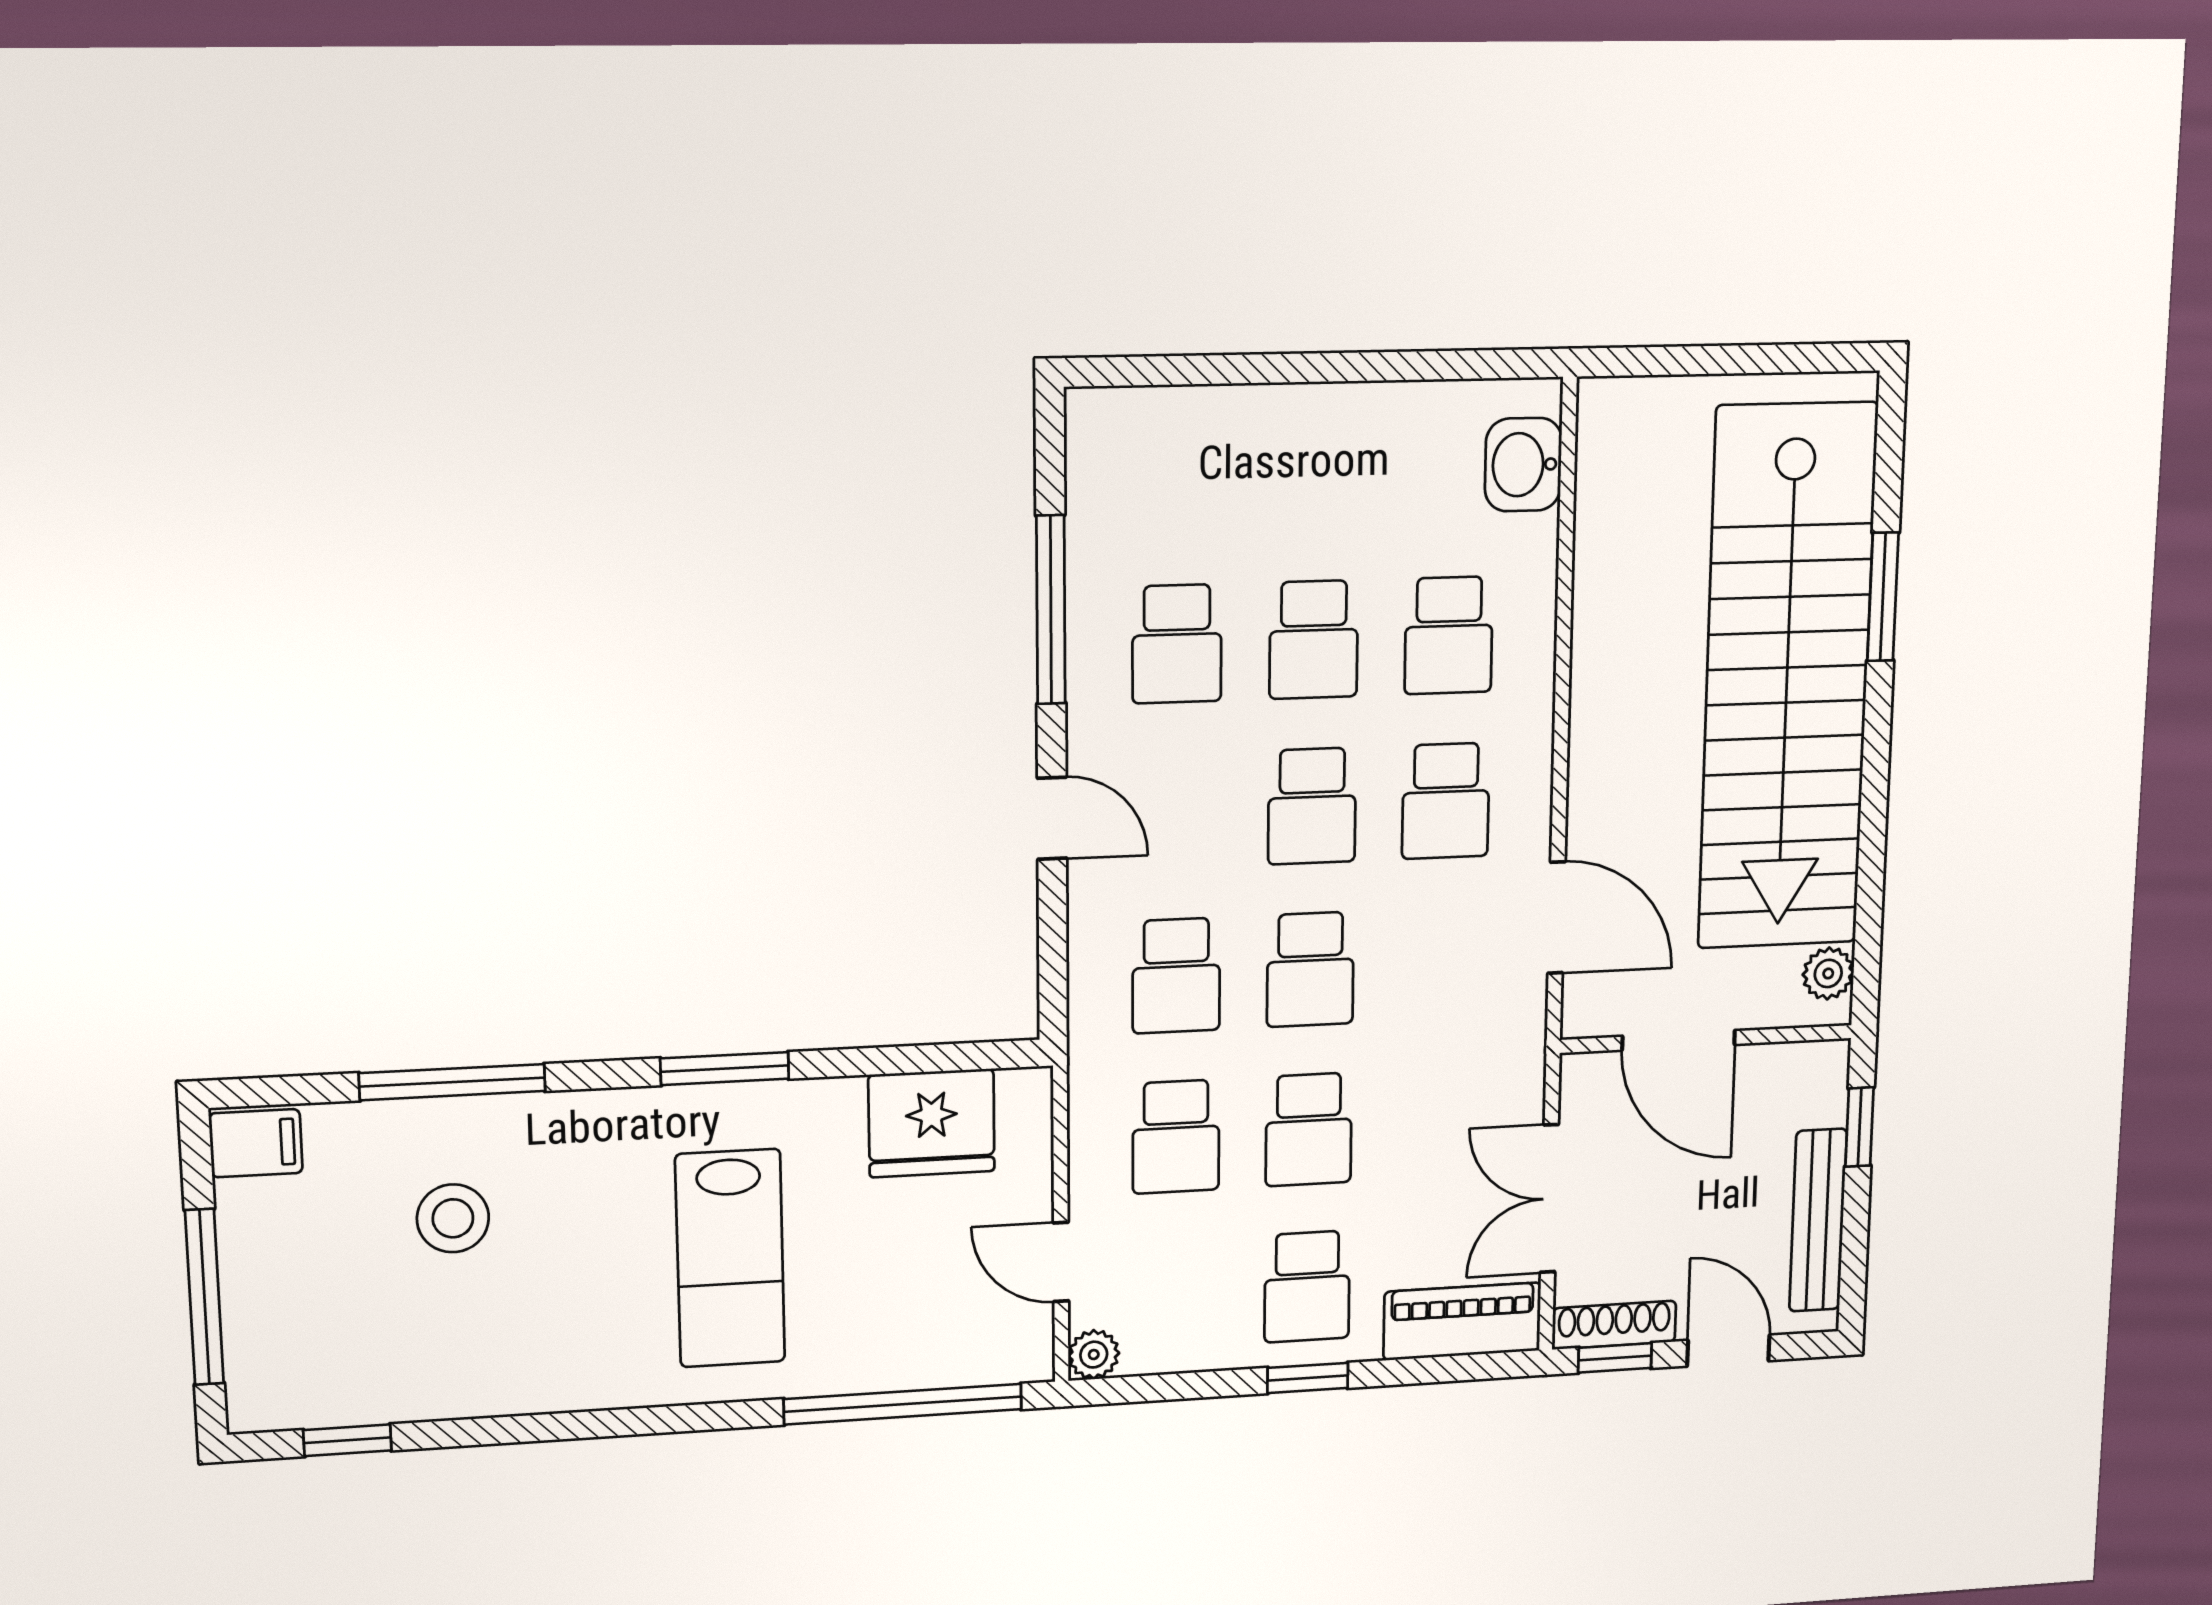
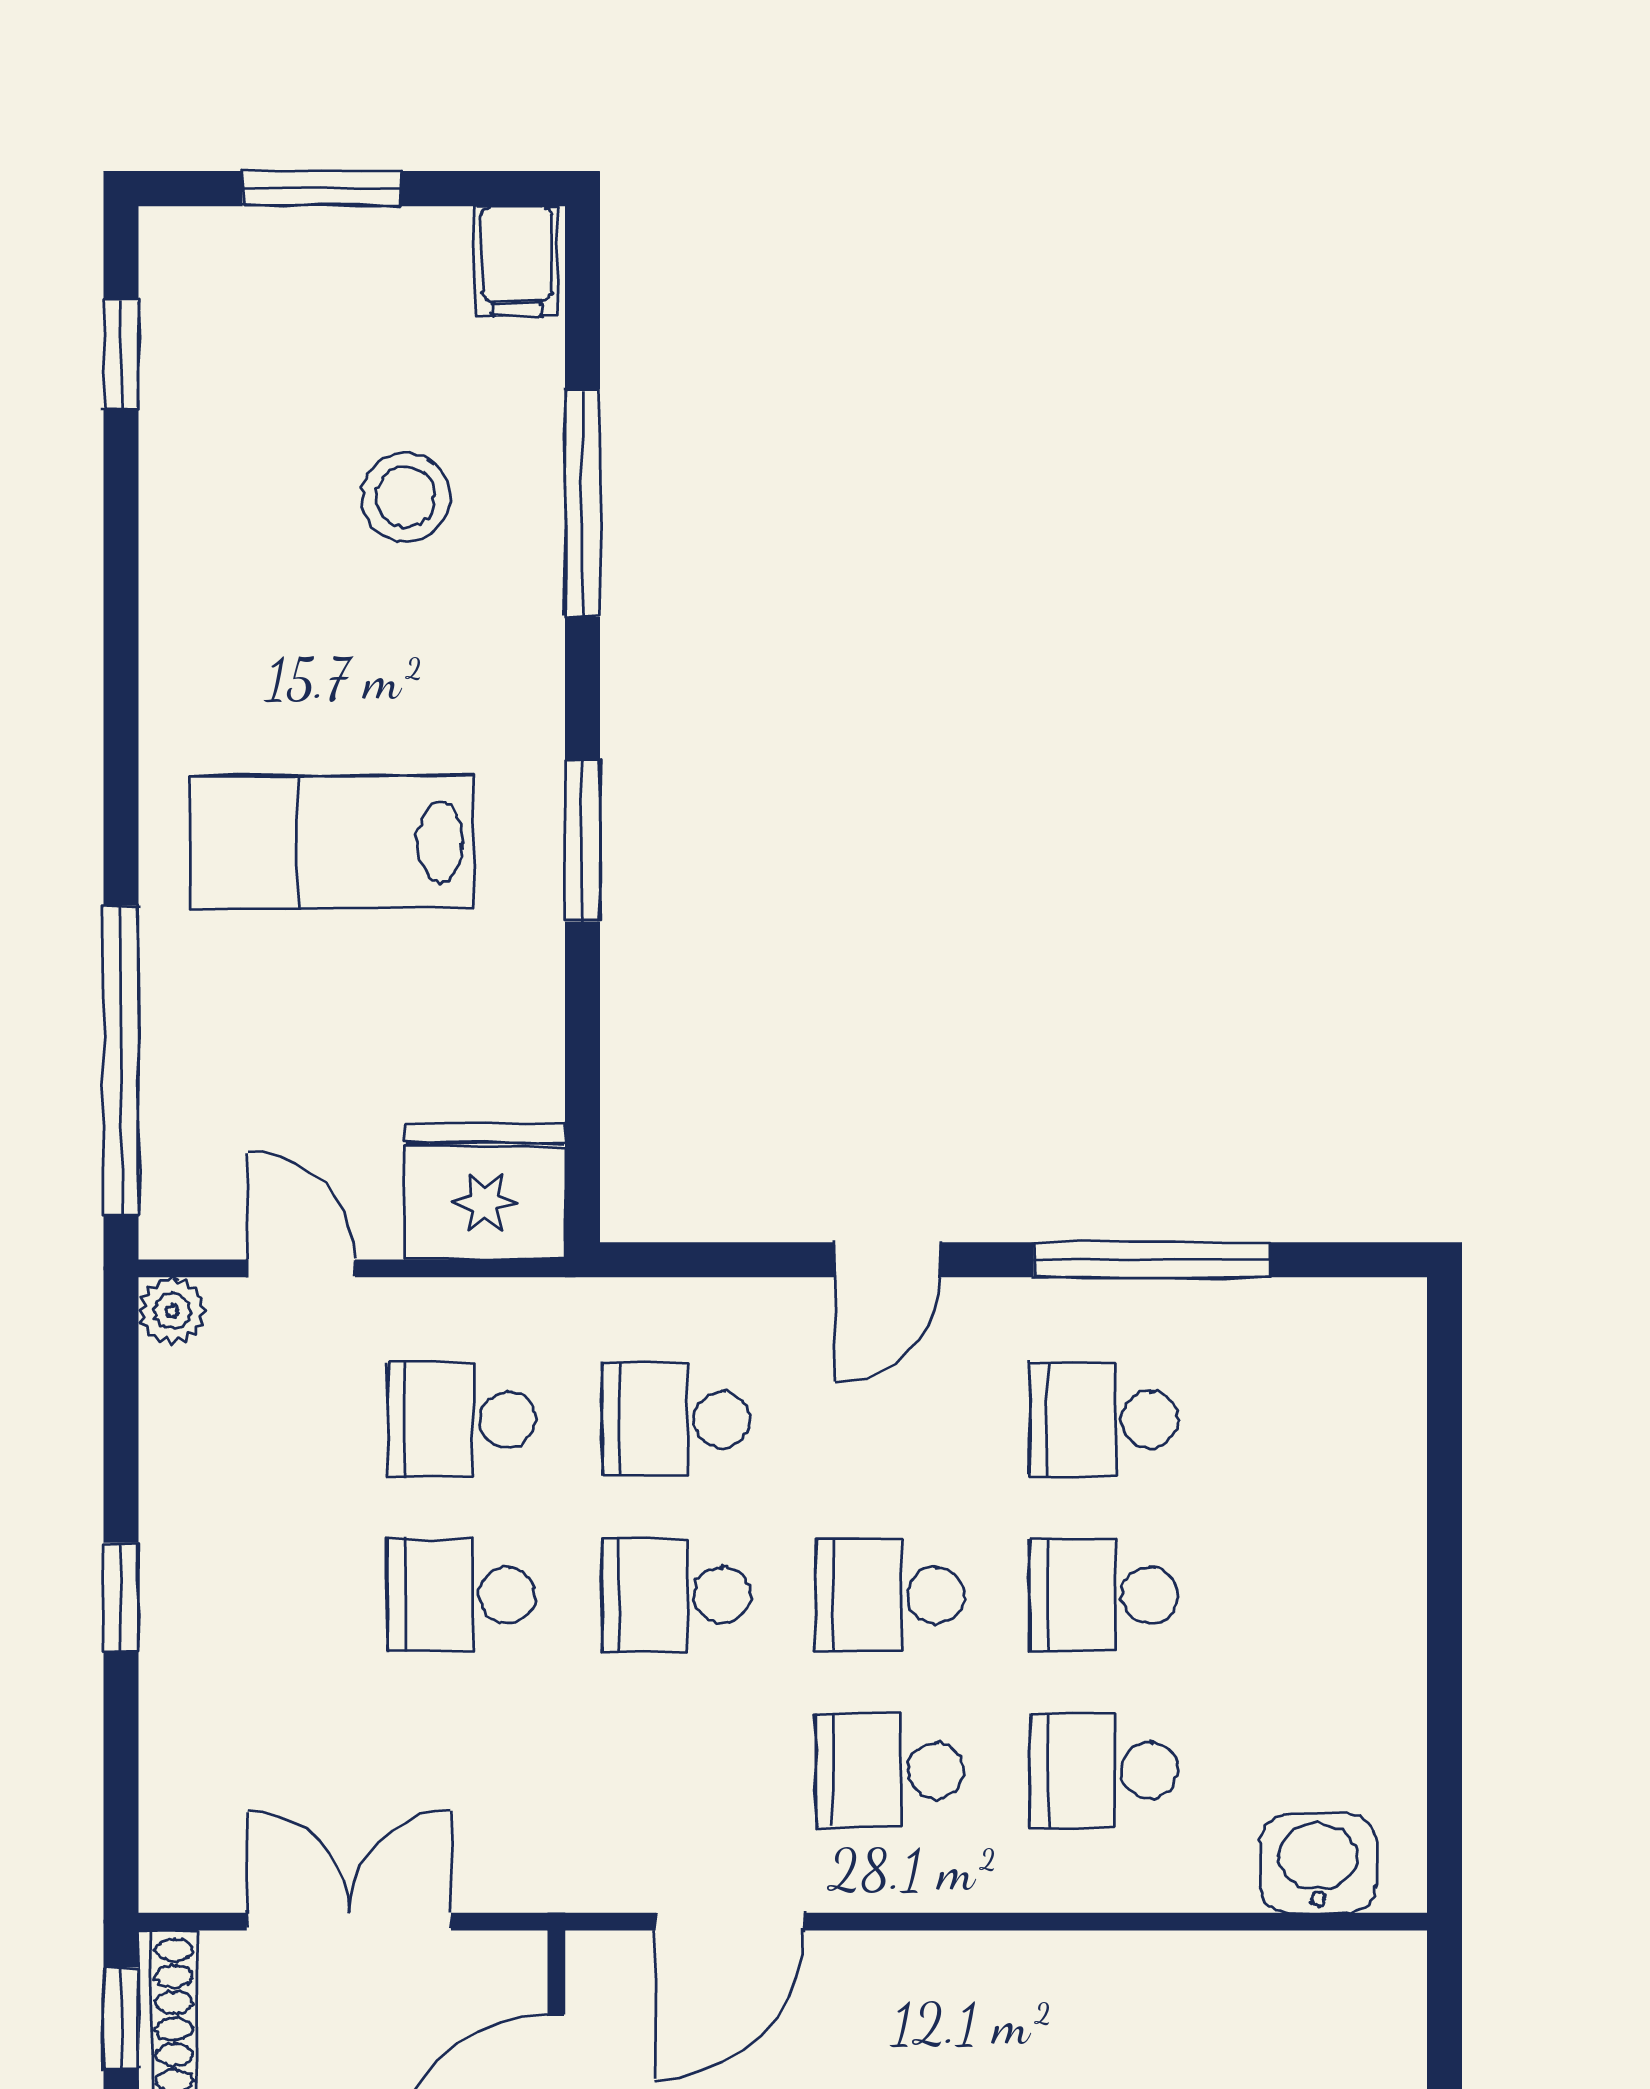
fridge: (932, 1123) -> (485, 1192), moved, turned 90
door: (1061, 1262) -> (301, 1268), hinge flipped
school desk: (1307, 1287) -> (248, 1595), removed
window: (204, 1297) -> (322, 189), width x0.69
piano: (1462, 1321) -> (186, 1806), removed

